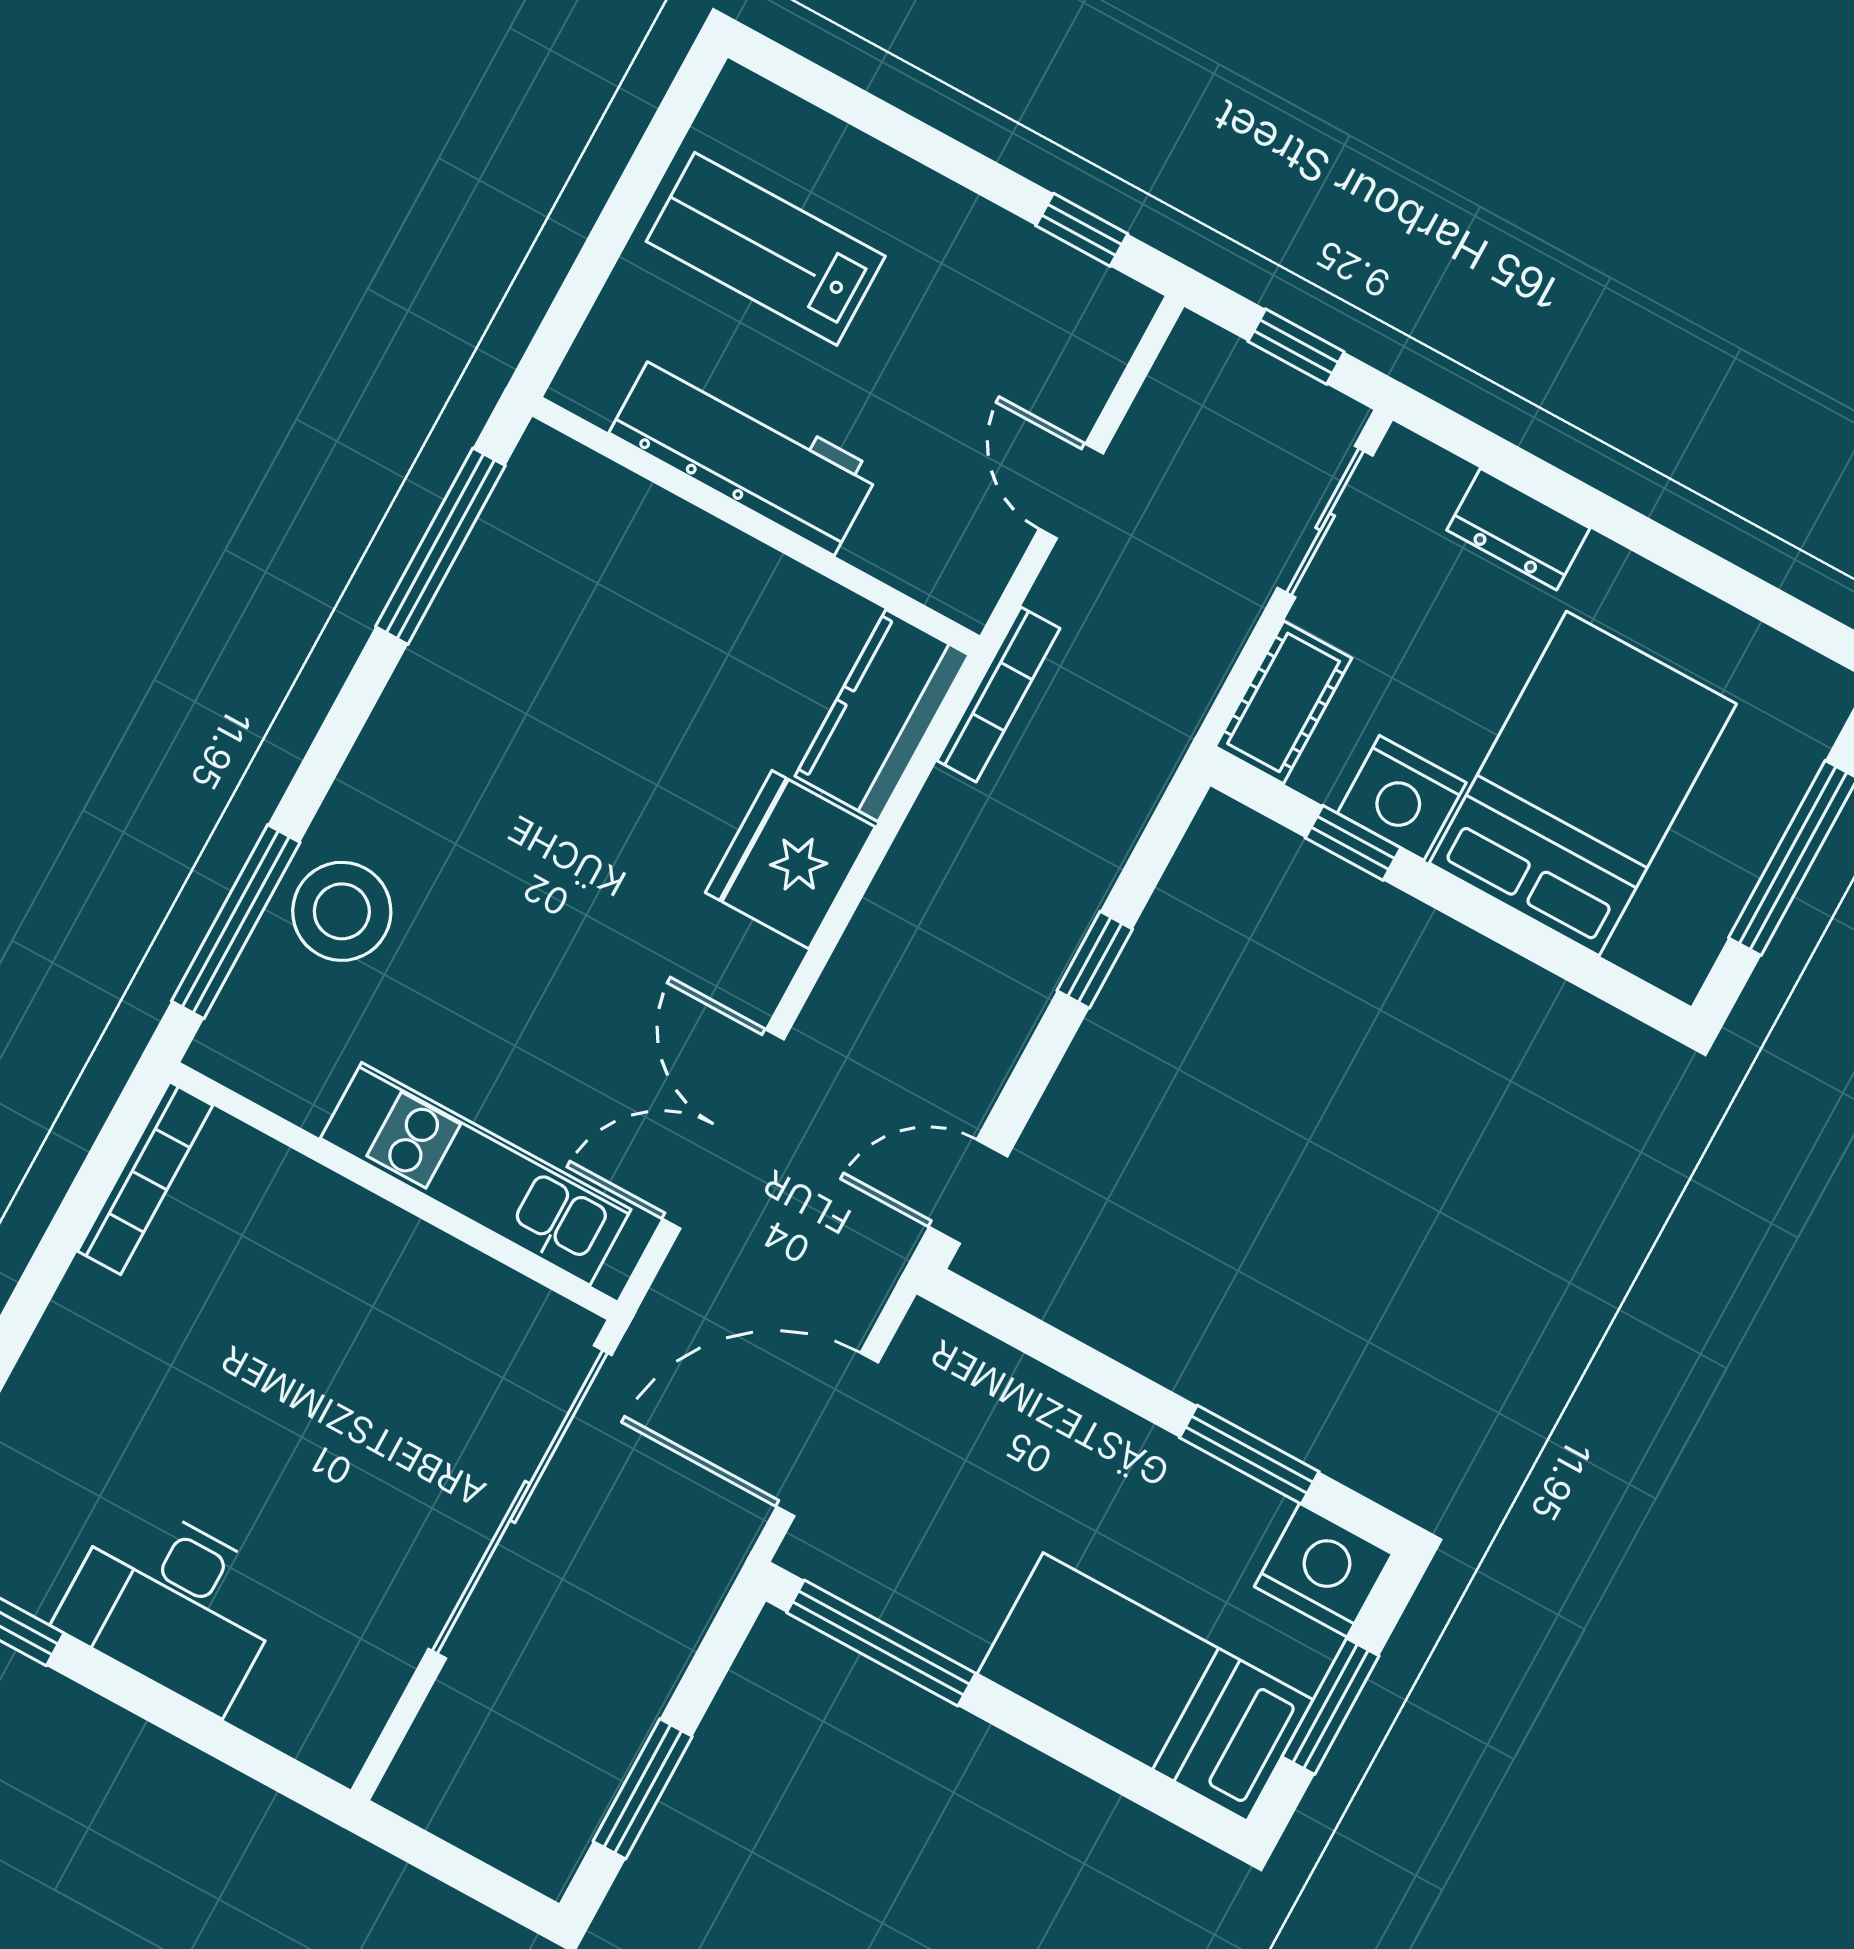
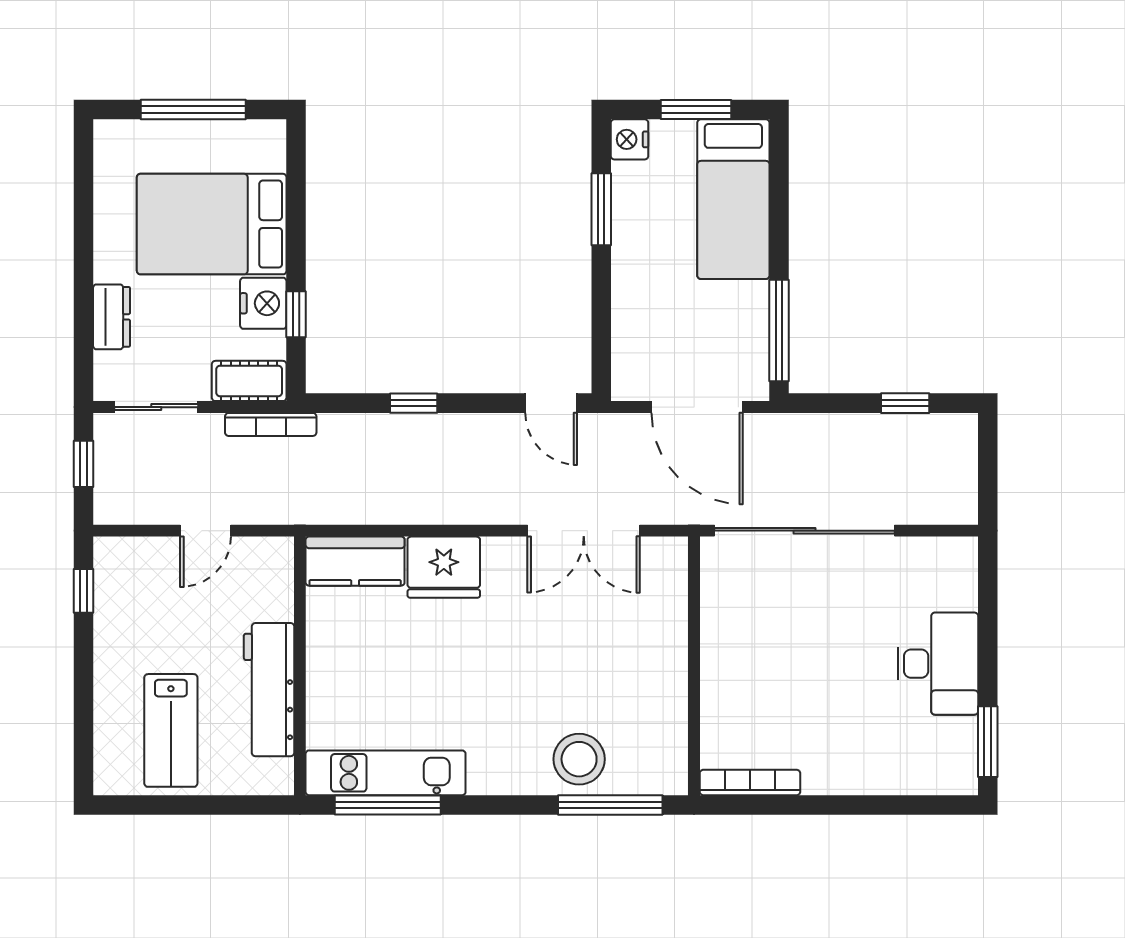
bookcase: (998, 695) -> (271, 424), moved, turned 180
kitchen unit: (476, 1174) -> (386, 773), moved, turned 90
nightstand: (1323, 1570) -> (630, 139), width x0.74, depth x0.75
window: (643, 1789) -> (905, 403), width x0.67

